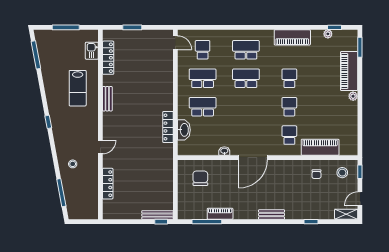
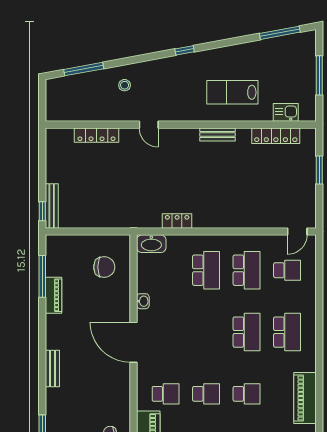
locker: (168, 127) -> (177, 221), width x0.66
washbasin: (184, 130) -> (151, 244), moved

